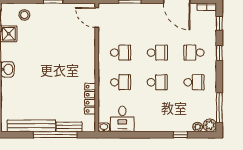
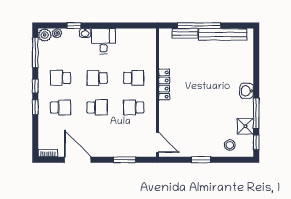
window: (219, 23) -> (35, 86), moved
school desk: (157, 53) -> (97, 107), turned 180
school desk: (121, 82) -> (134, 78), turned 180
locker: (90, 99) -> (164, 85), moved
desk: (122, 119) -> (103, 41), moved
washbasin: (104, 127) -> (85, 33), moved

